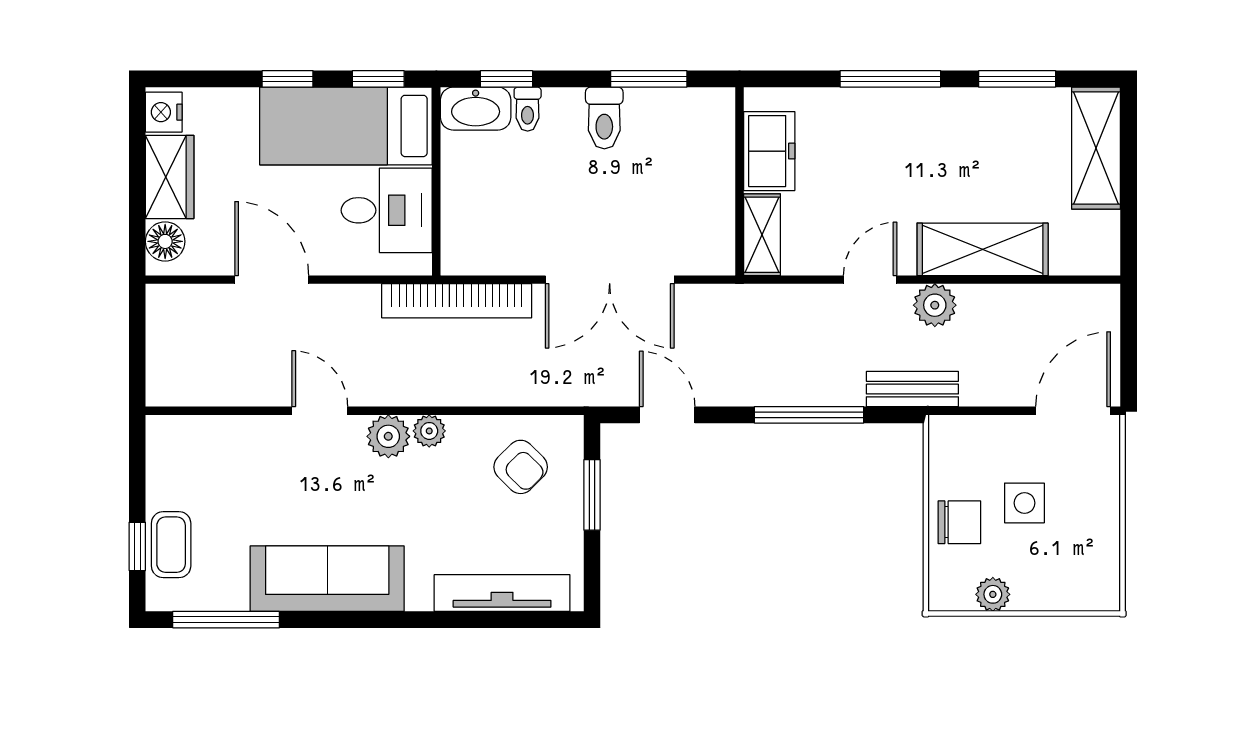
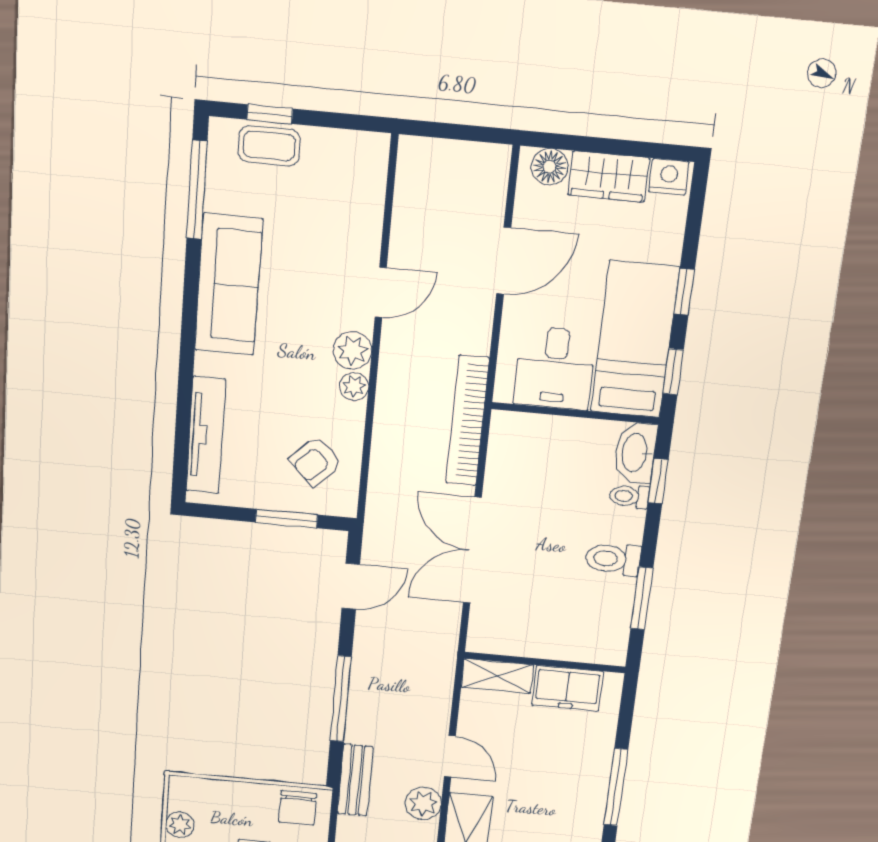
chair: (959, 522) -> (298, 808), moved

